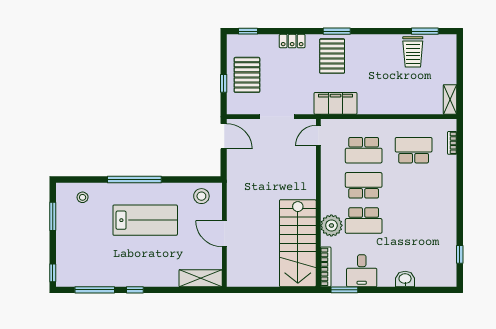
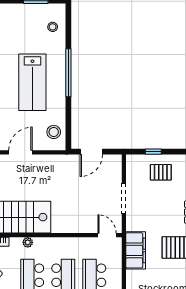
pallet: (247, 75) -> (161, 172), width x0.67, depth x0.71
door: (224, 136) -> (91, 152), moved
plant: (331, 225) -> (28, 242), width x0.53, depth x0.53

